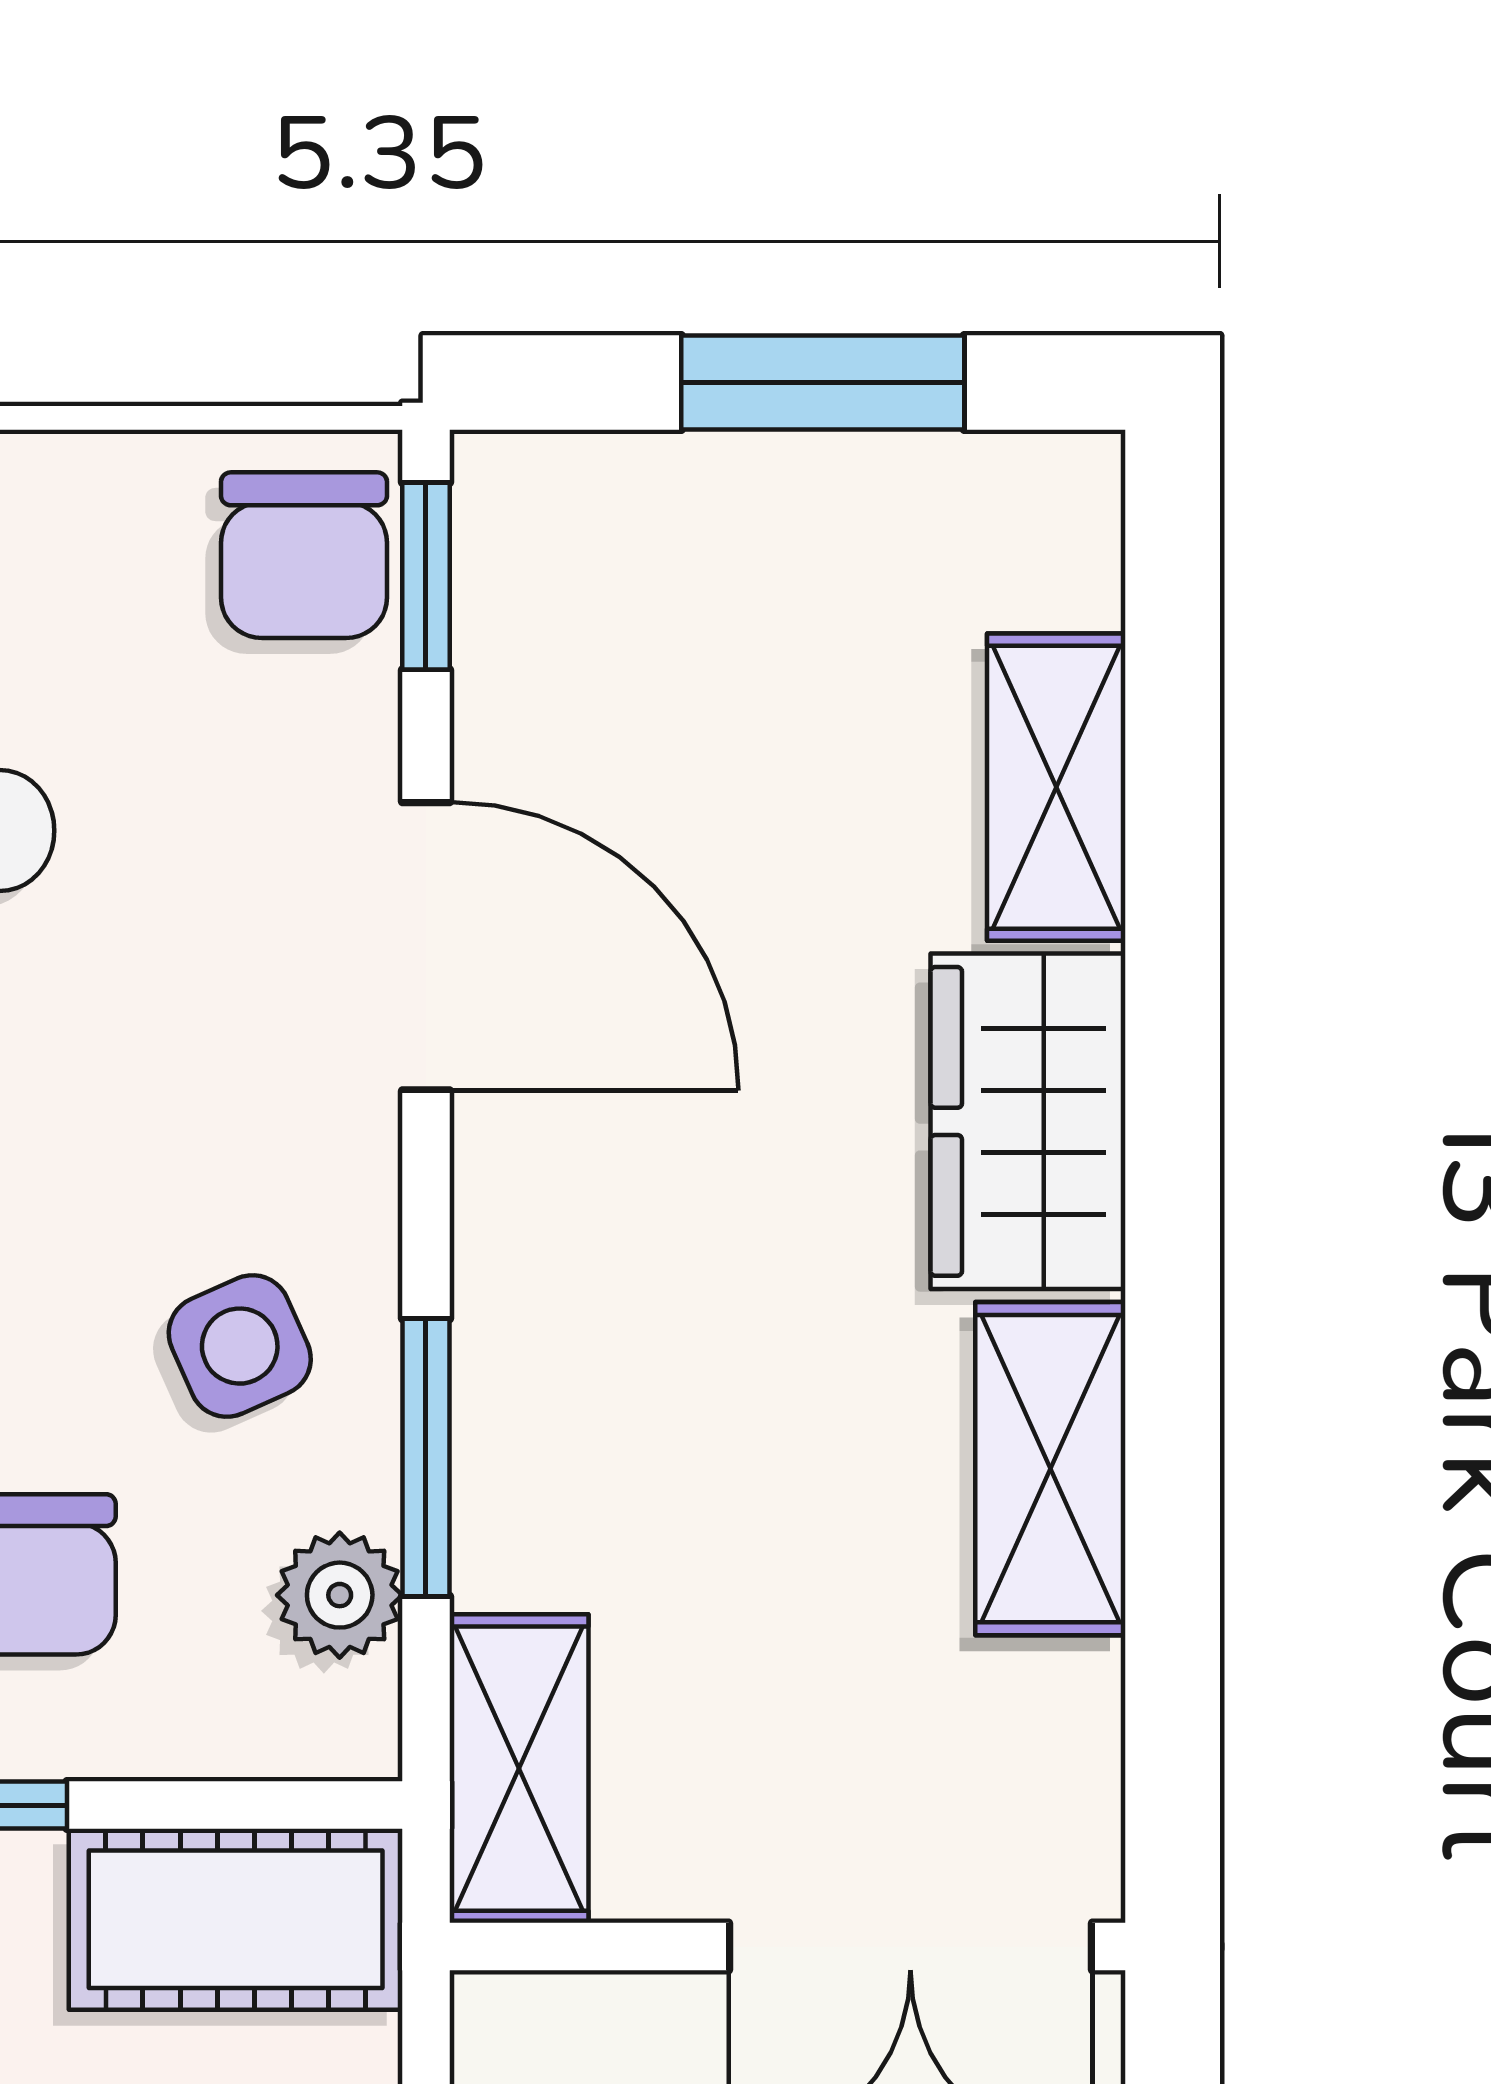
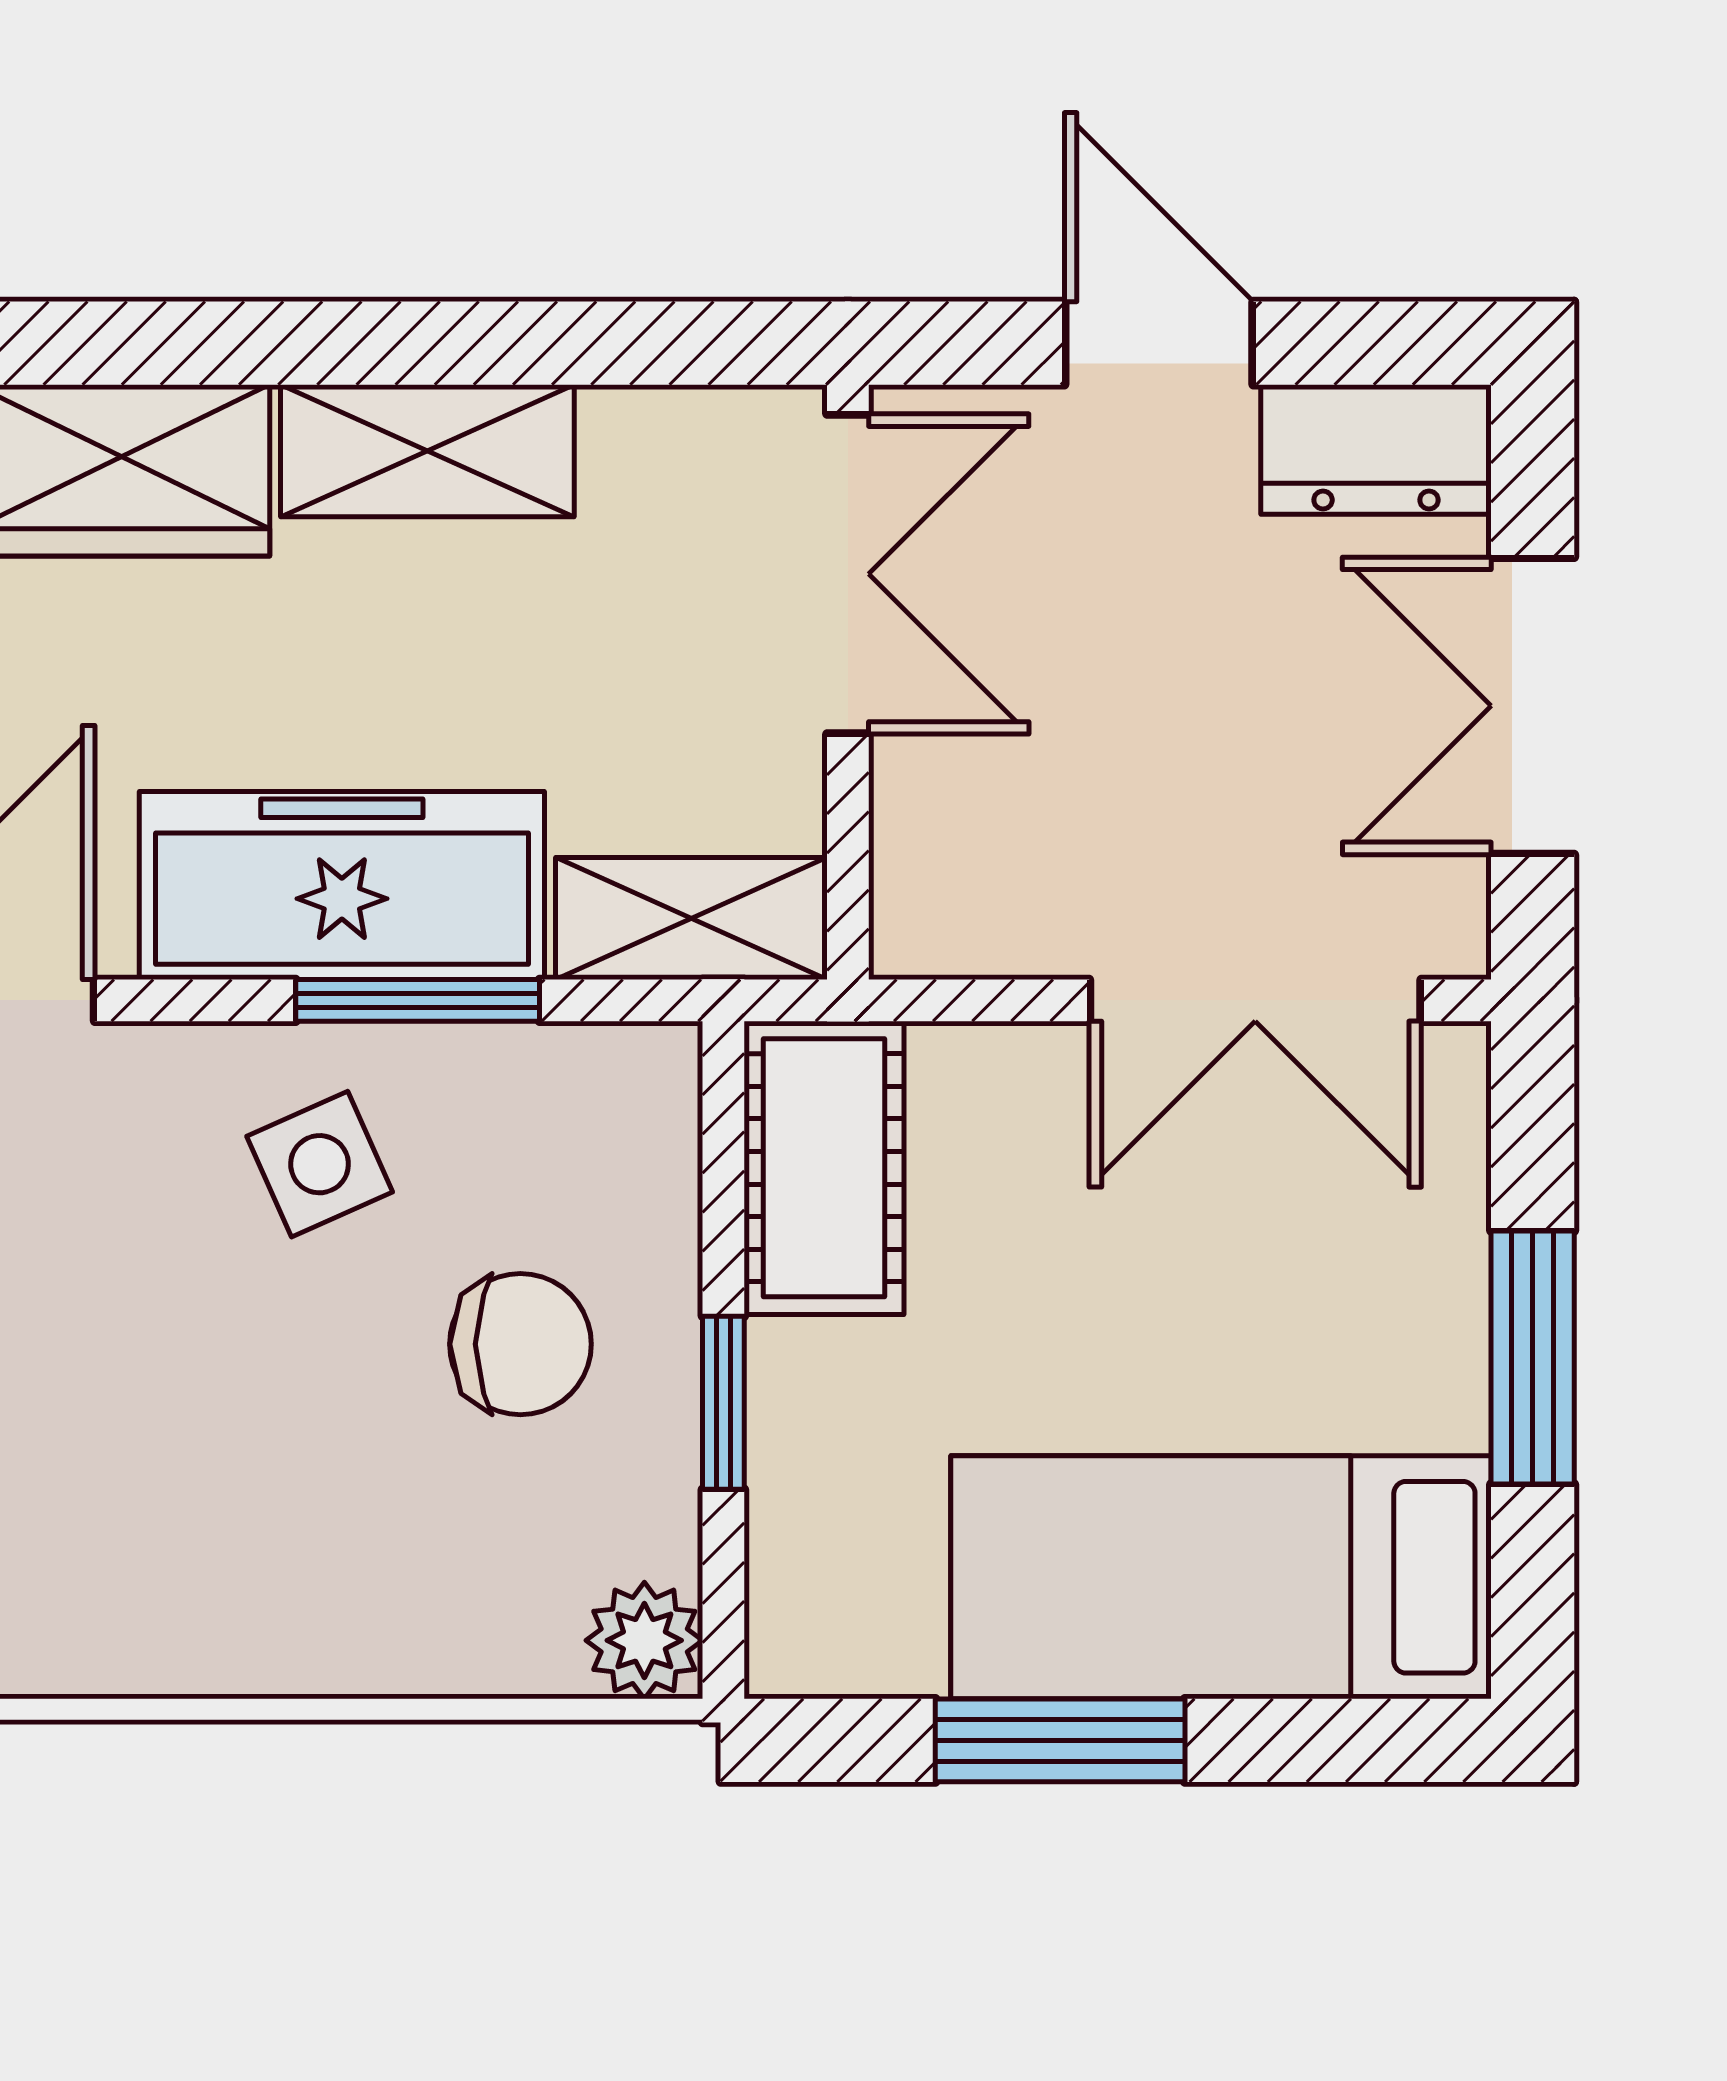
freezer: (556, 1371) -> (342, 885), added
plant: (340, 1595) -> (539, 1076), removed

